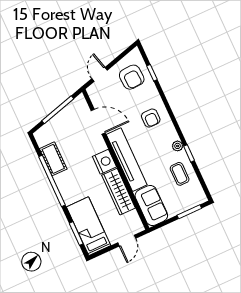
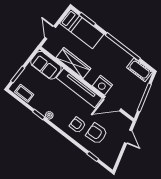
armchair: (132, 77) -> (97, 134), moved
cot: (53, 159) -> (139, 70), moved
nightstand: (104, 162) -> (102, 85), moved
coffee table: (180, 174) -> (24, 93), moved

